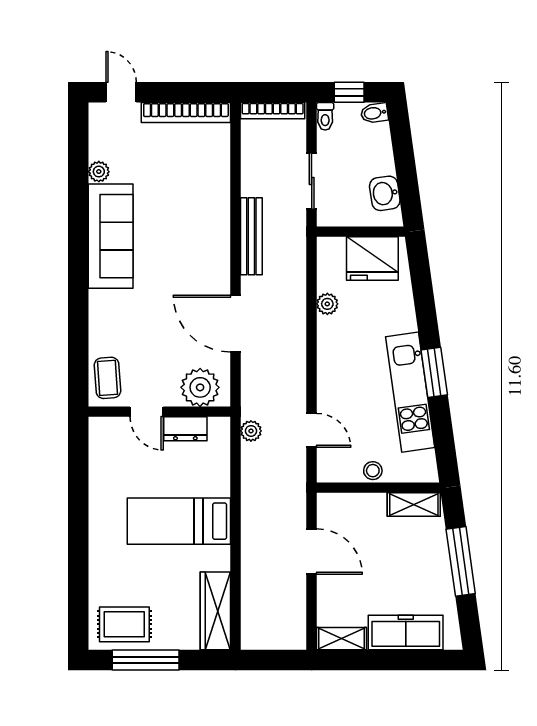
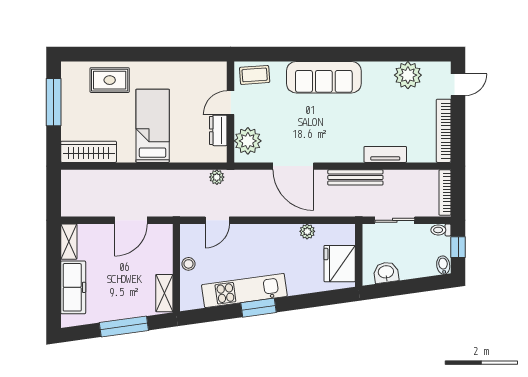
plant: (99, 172) -> (408, 75), width x1.87, depth x1.87
tv unit: (219, 194) -> (385, 154), added
sofa: (111, 236) -> (324, 77), moved
door: (235, 324) -> (293, 166), swing flipped
rug: (124, 624) -> (110, 80), moved, turned 90

